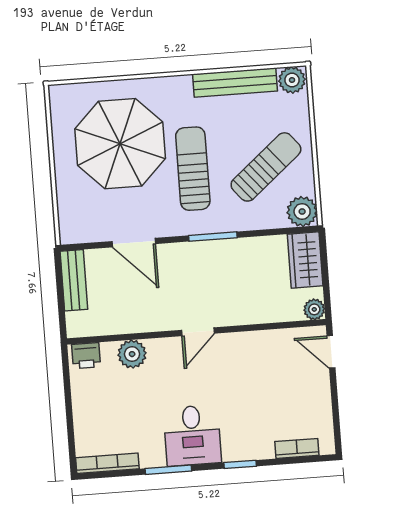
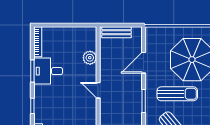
bench: (74, 280) -> (116, 32), moved
printer: (86, 356) -> (91, 35), removed
desk: (192, 435) -> (48, 71), moved

